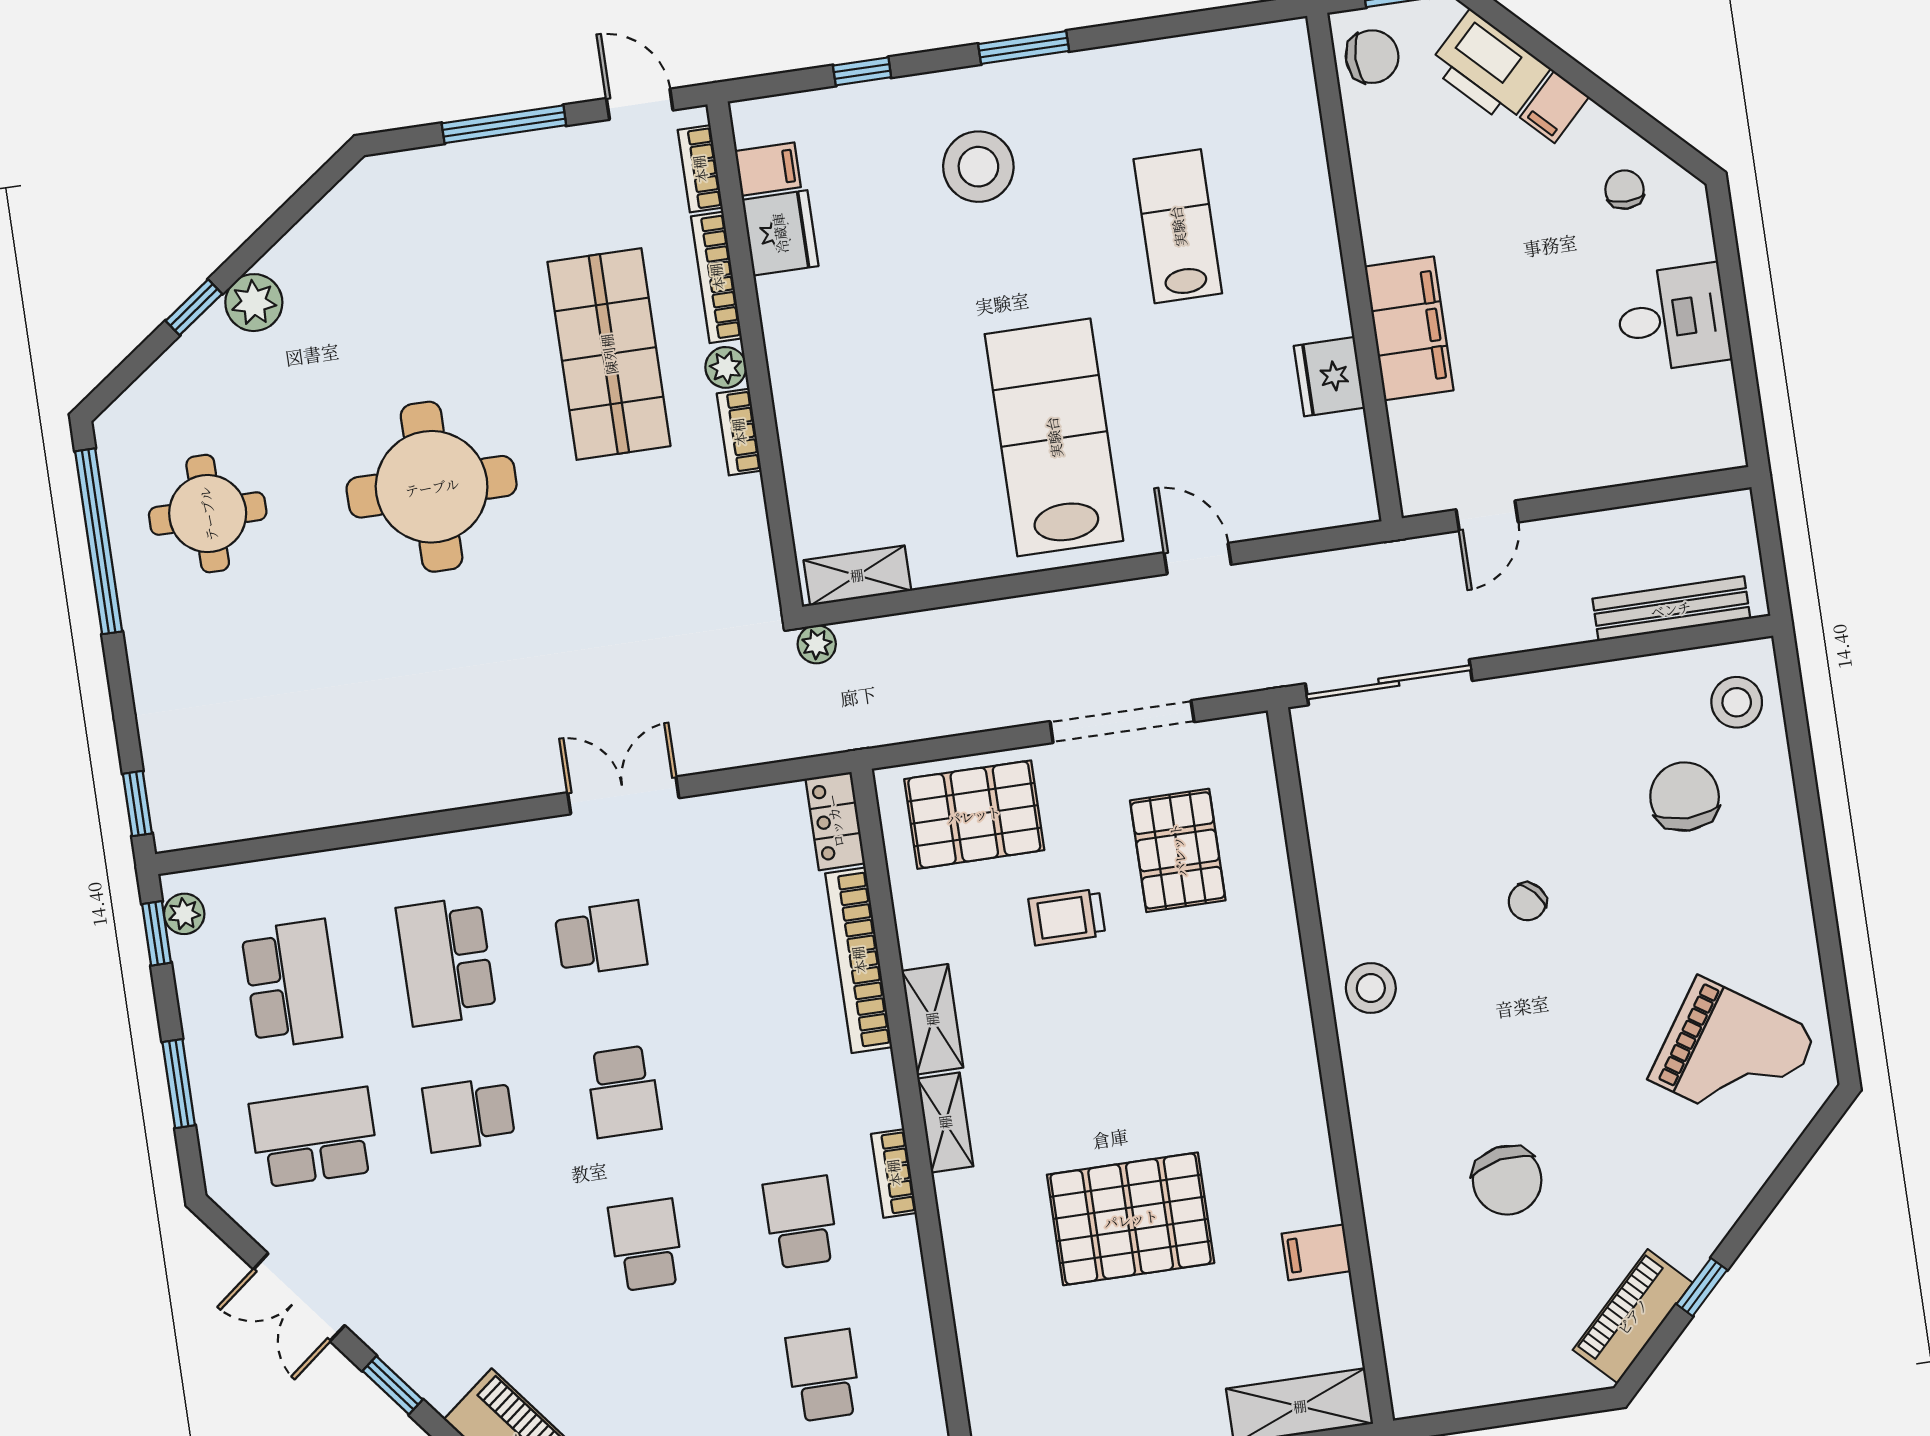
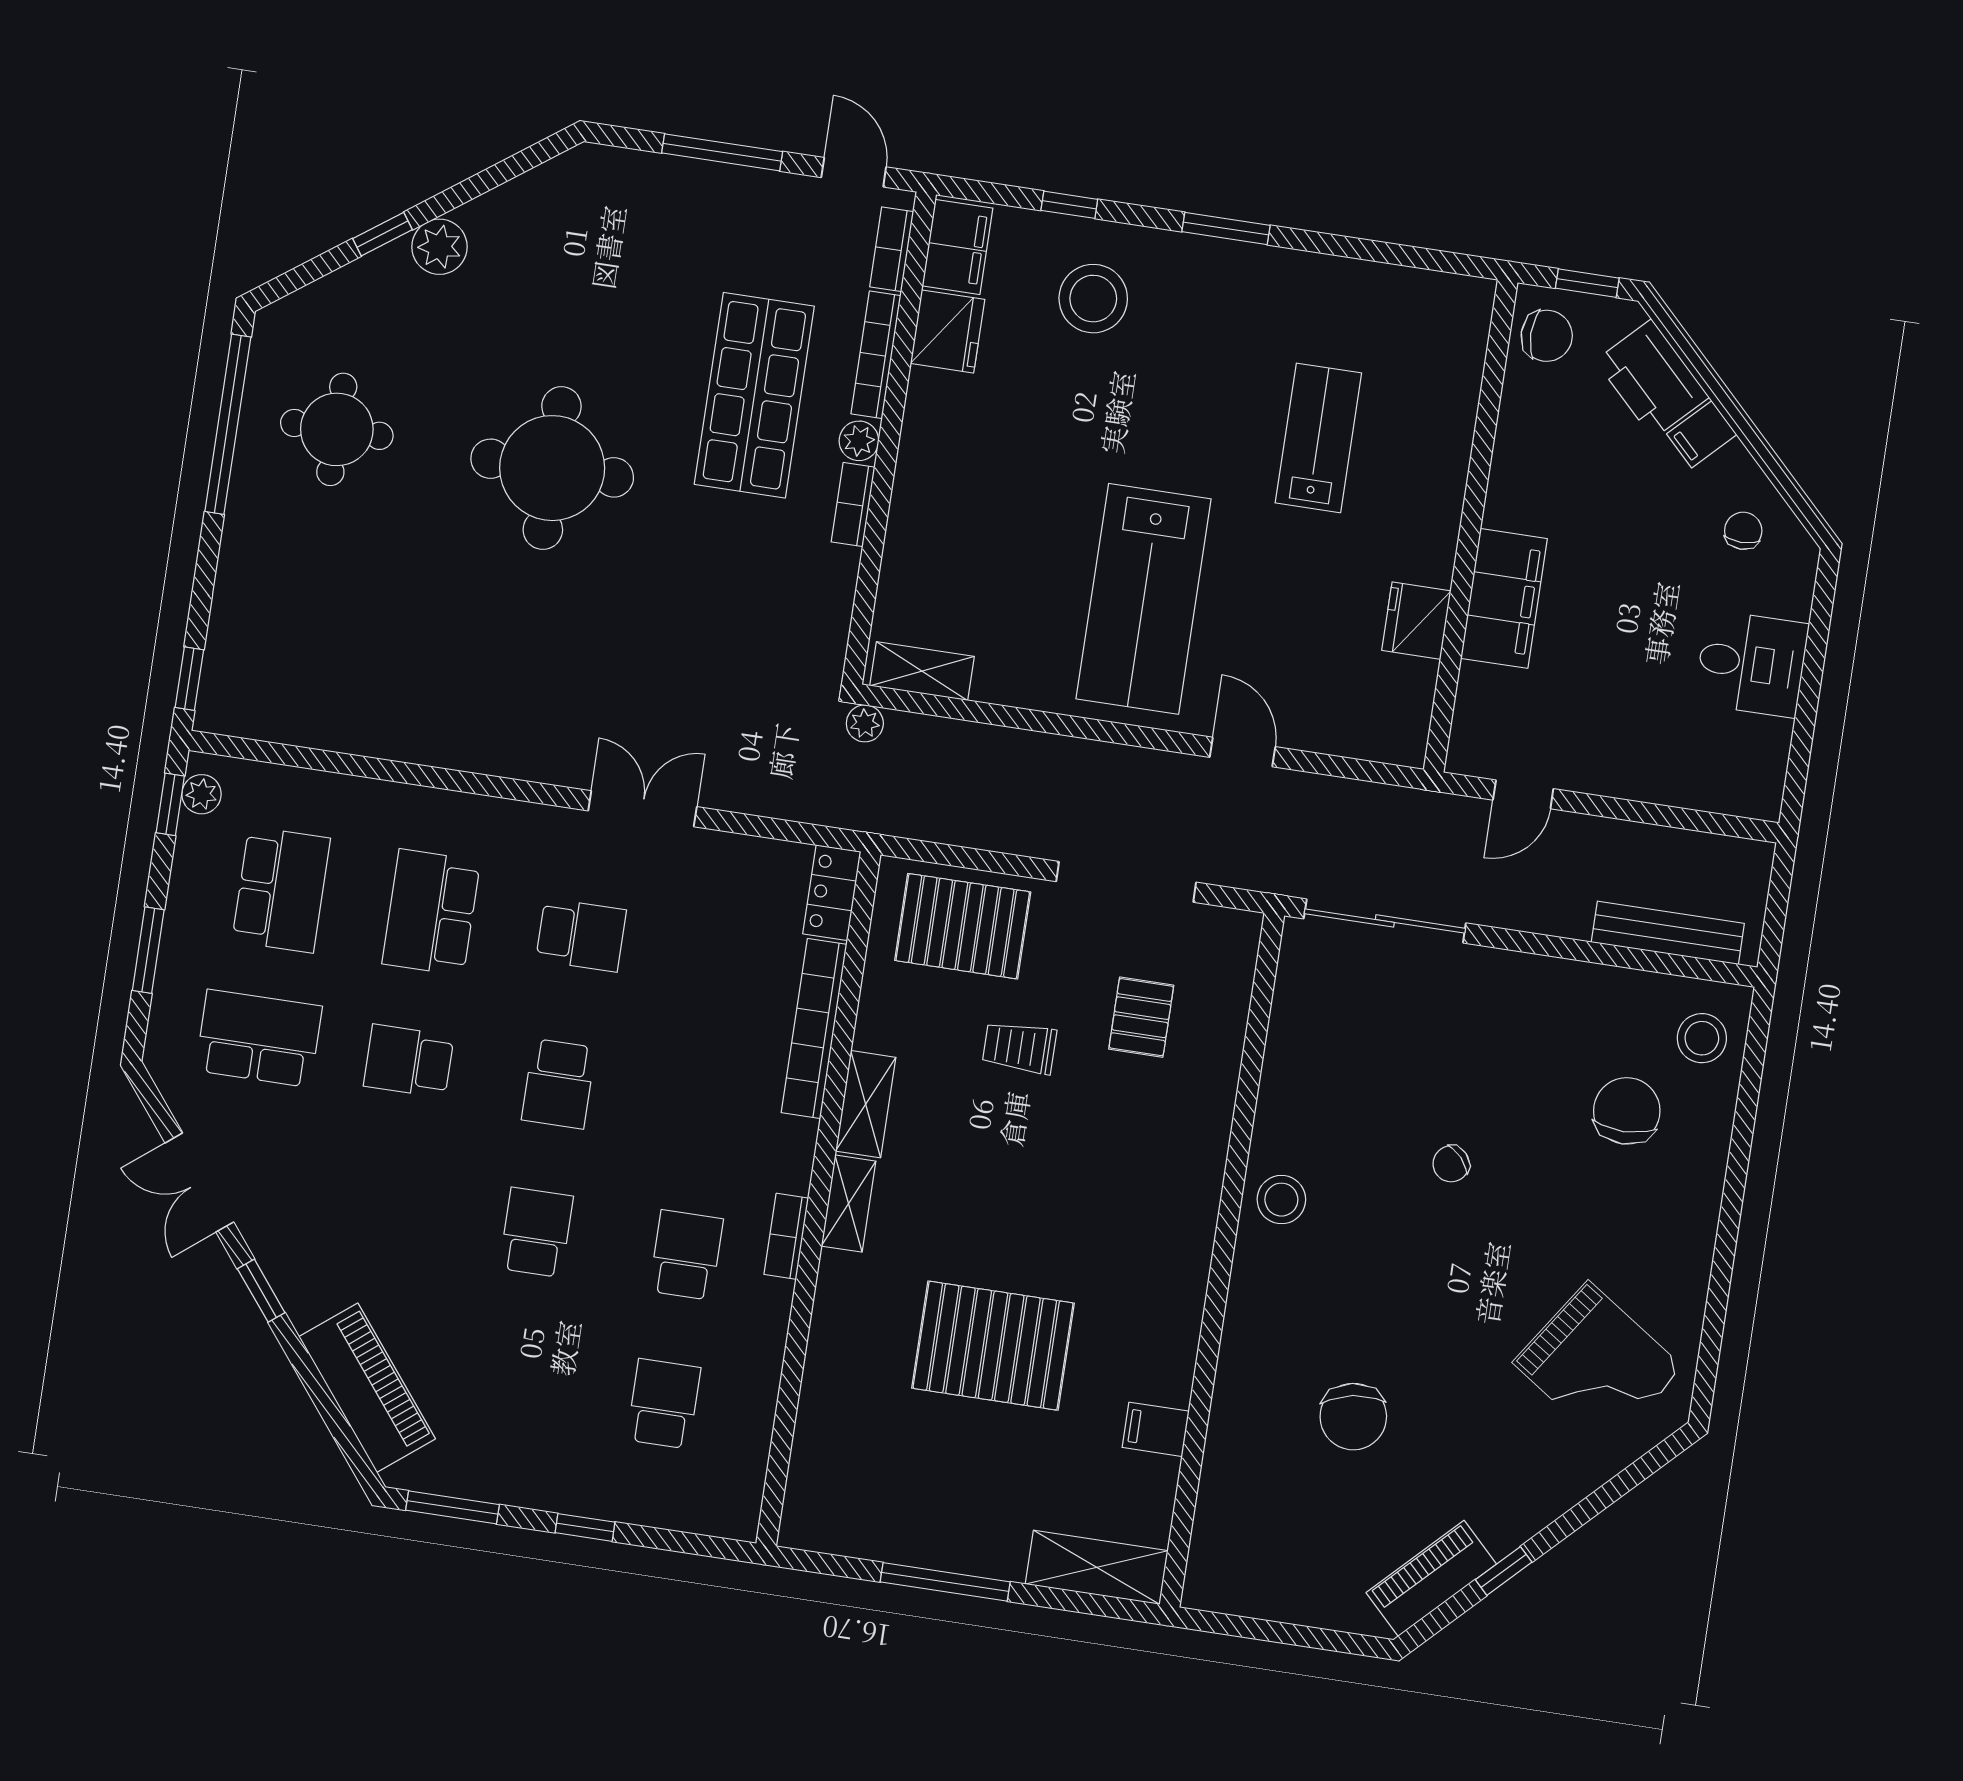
stool: (978, 167) -> (1093, 299), moved
filing cabinet: (768, 169) -> (957, 247), width x2.00
lab bench: (1054, 437) -> (1144, 599), turned 180
pallet: (1178, 850) -> (1141, 1017), width x0.67, depth x0.71

